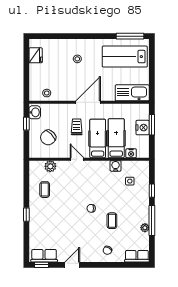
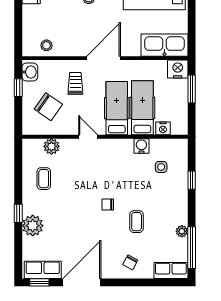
trolley: (77, 127) -> (75, 83), moved
nightstand: (143, 128) -> (178, 69), moved, turned -90
chair: (48, 137) -> (48, 107), turned -100
window: (152, 220) -> (192, 248), moved
plant: (37, 224) -> (33, 226), added
door: (72, 265) -> (82, 282), width x1.88

